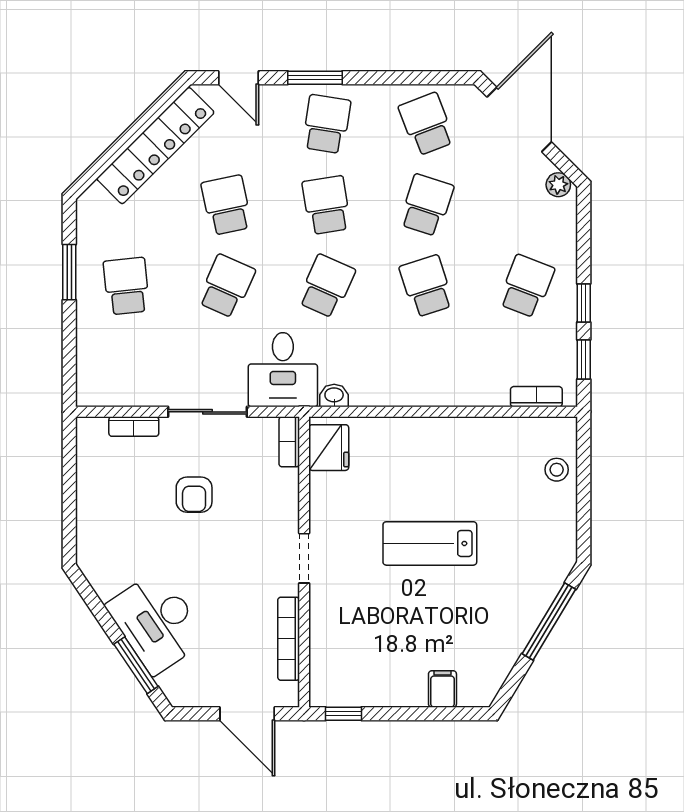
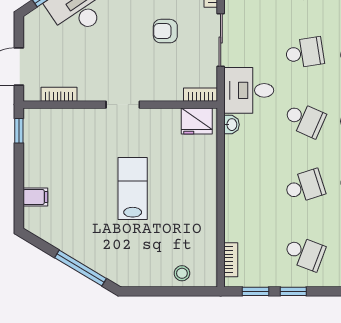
school desk: (226, 286) -> (305, 53), turned -33
bookcase: (289, 639) -> (59, 94), width x0.64

